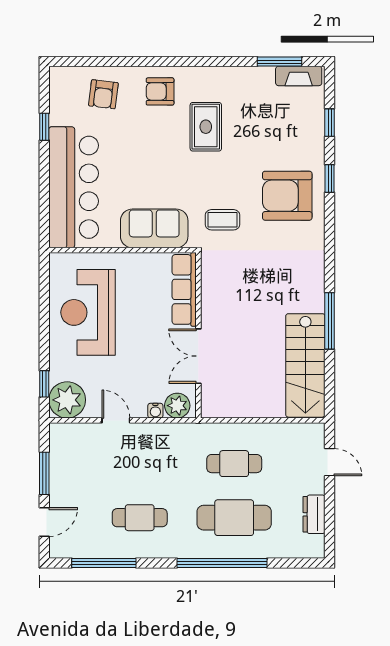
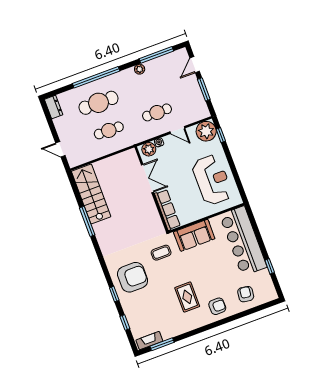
dresser: (314, 514) -> (54, 107), moved
cafe table: (140, 518) -> (157, 112), moved
plant: (142, 549) -> (140, 69), added

